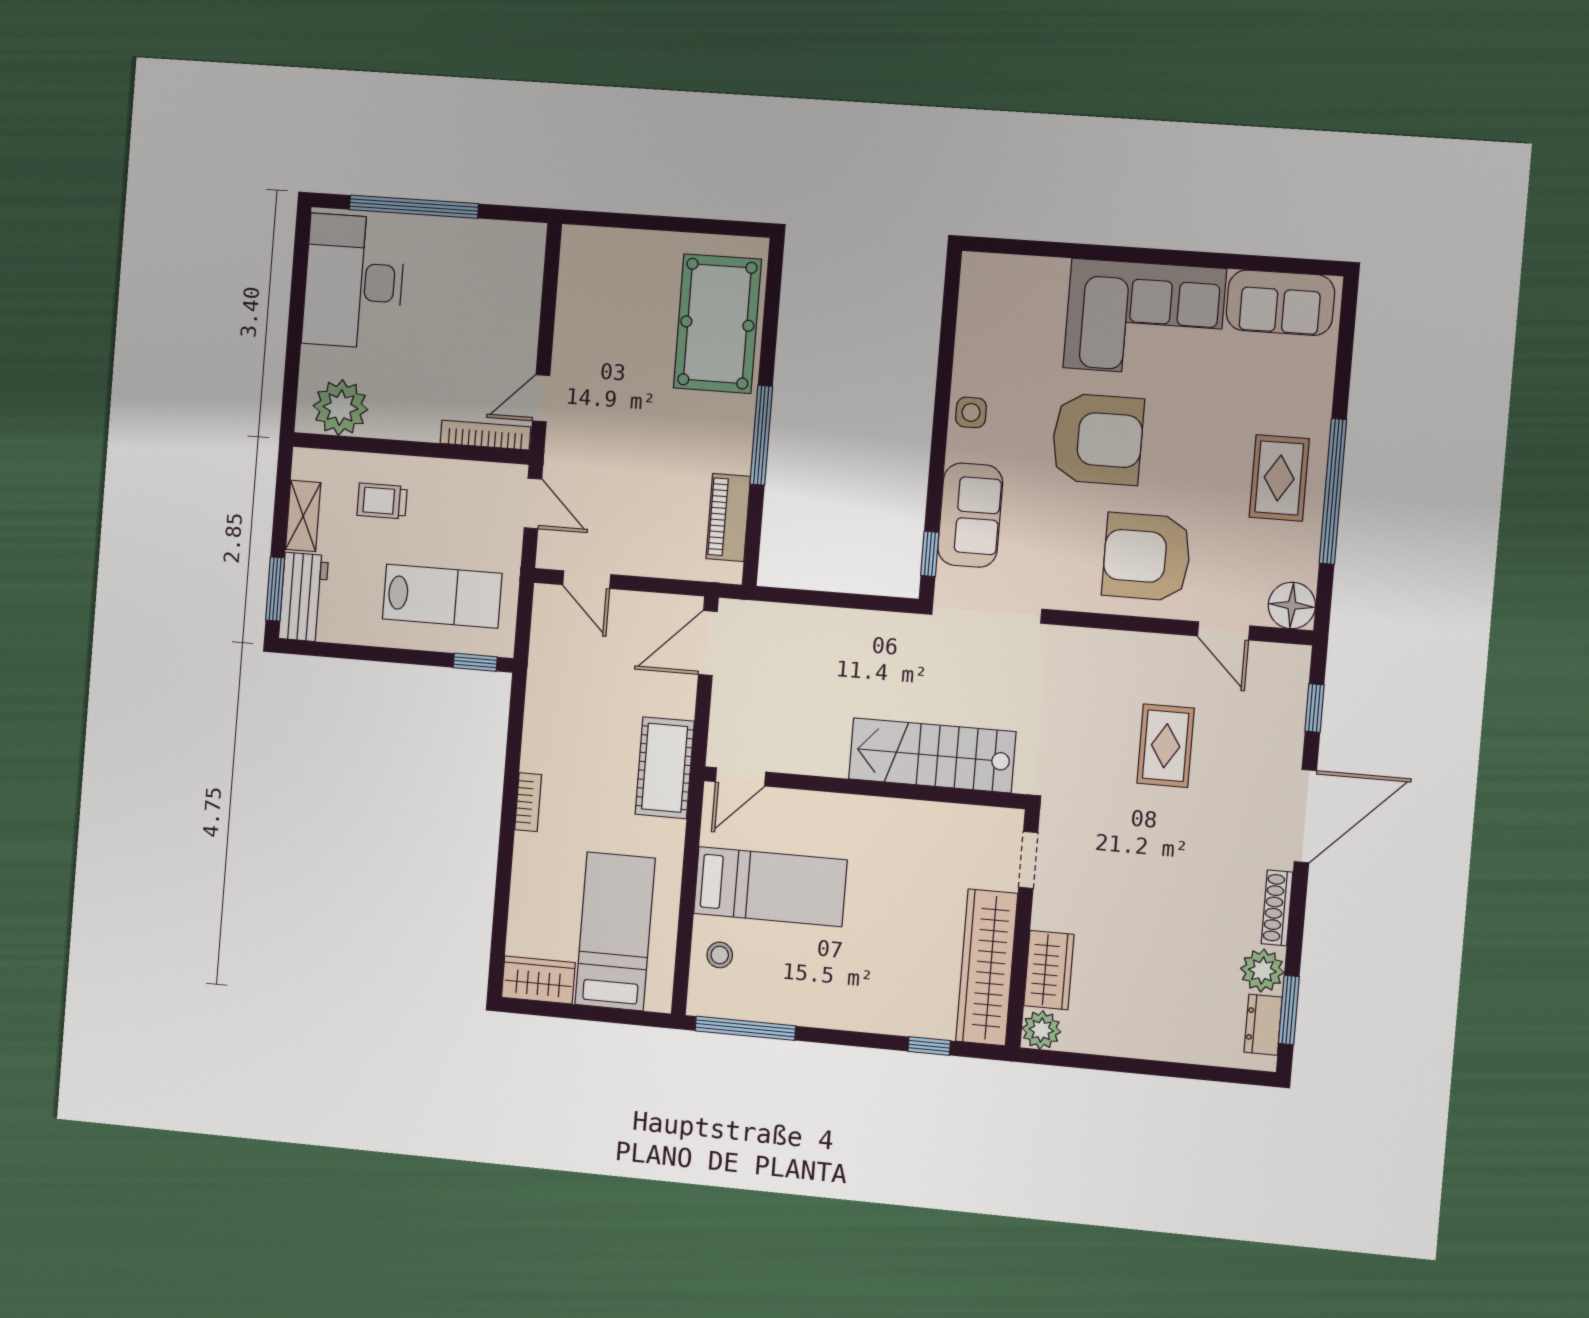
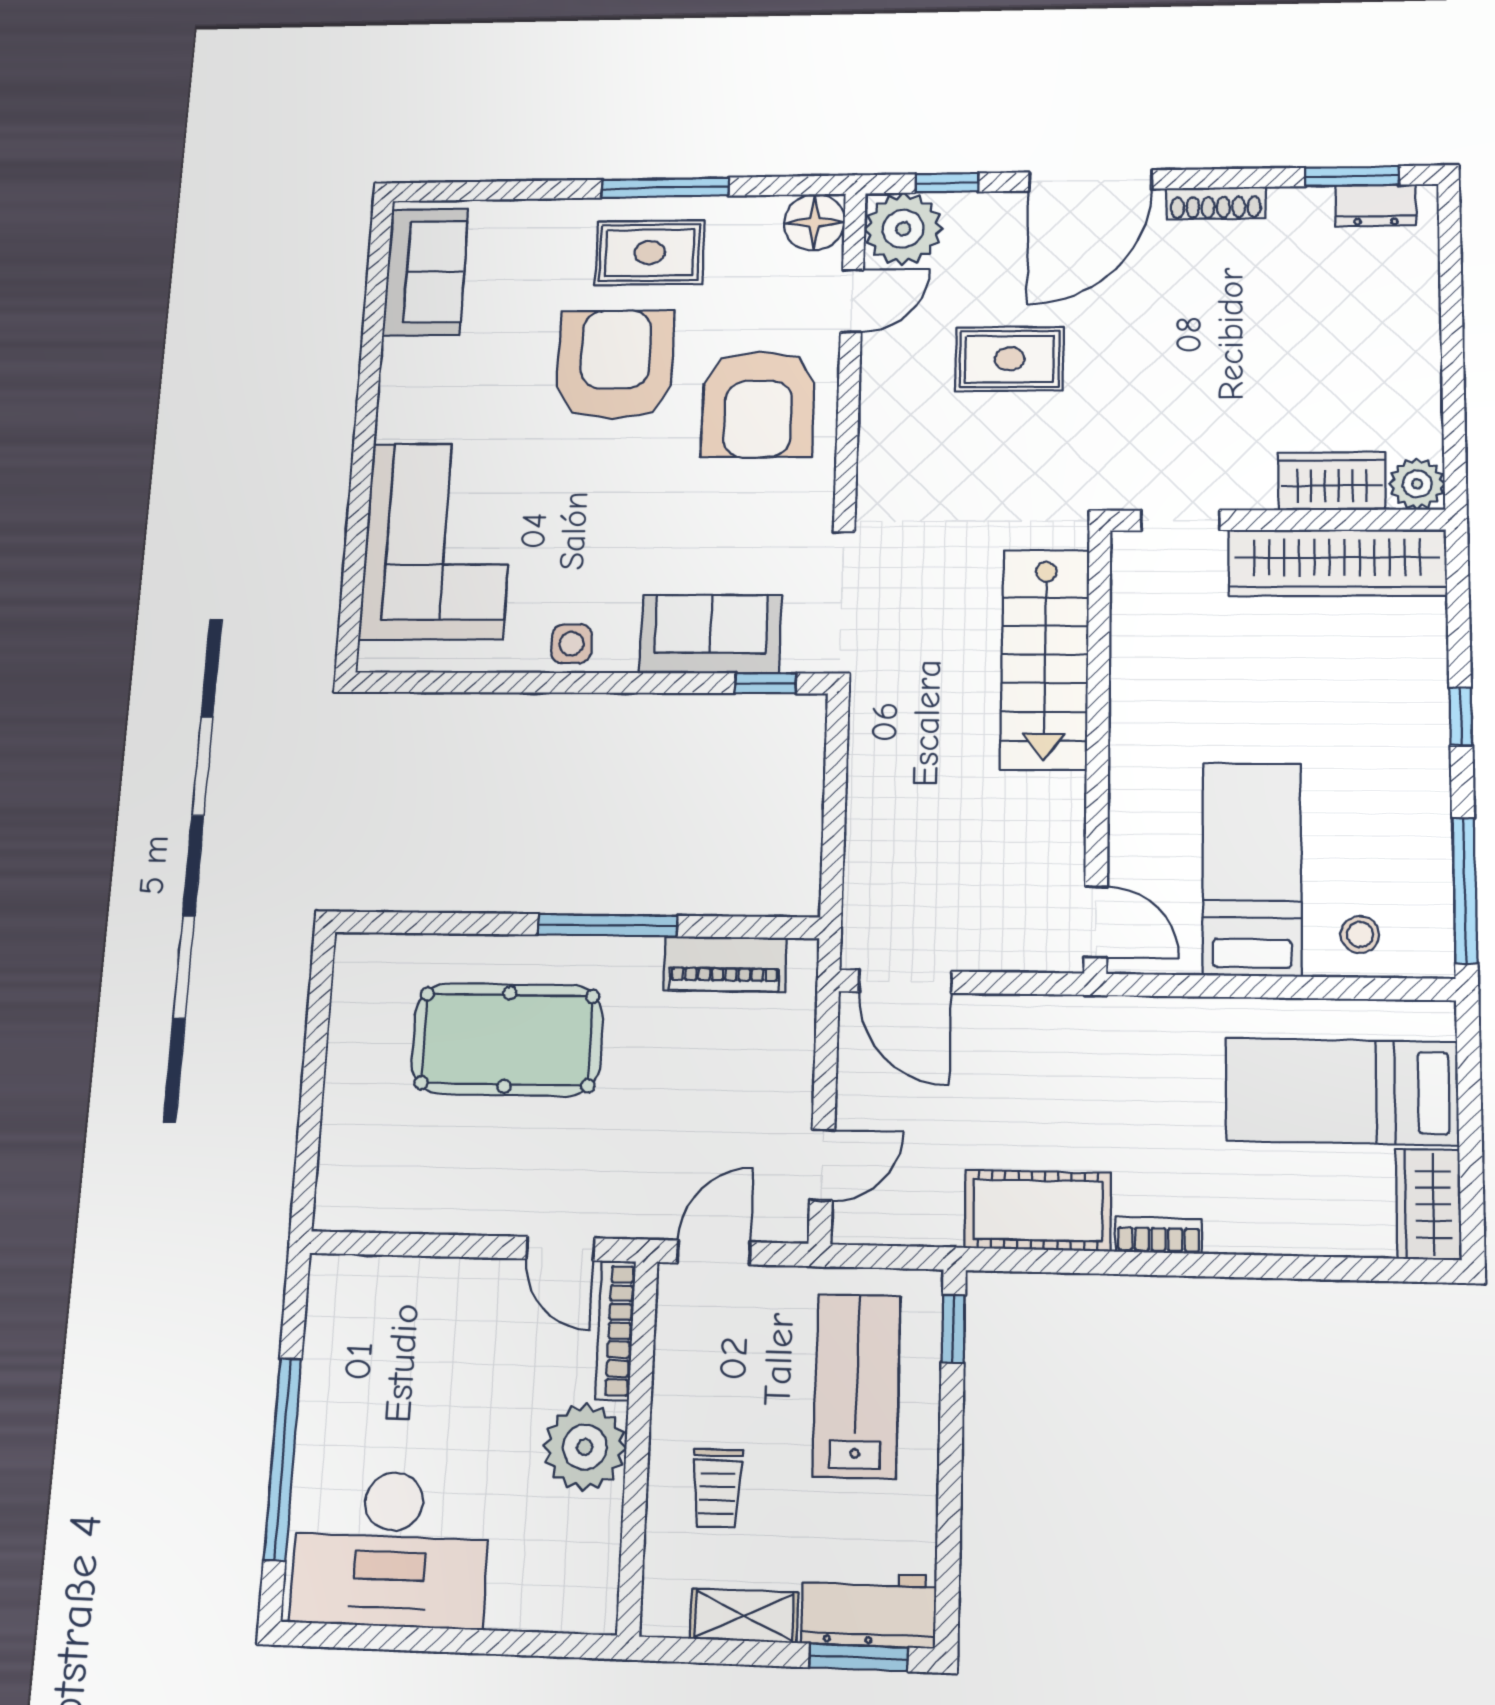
corner sofa: (1145, 318) -> (438, 541), moved
pool table: (717, 324) -> (507, 1039), moved
plant: (340, 408) -> (585, 1447), moved
armchair: (1097, 439) -> (615, 364), moved
window: (1333, 491) -> (665, 188), width x0.68
cot: (665, 768) -> (1038, 1210), moved
door: (1305, 816) -> (1090, 181), swing flipped
plant: (1262, 970) -> (903, 229), moved, width x1.36, depth x1.36
window: (929, 1046) -> (1461, 717), moved

